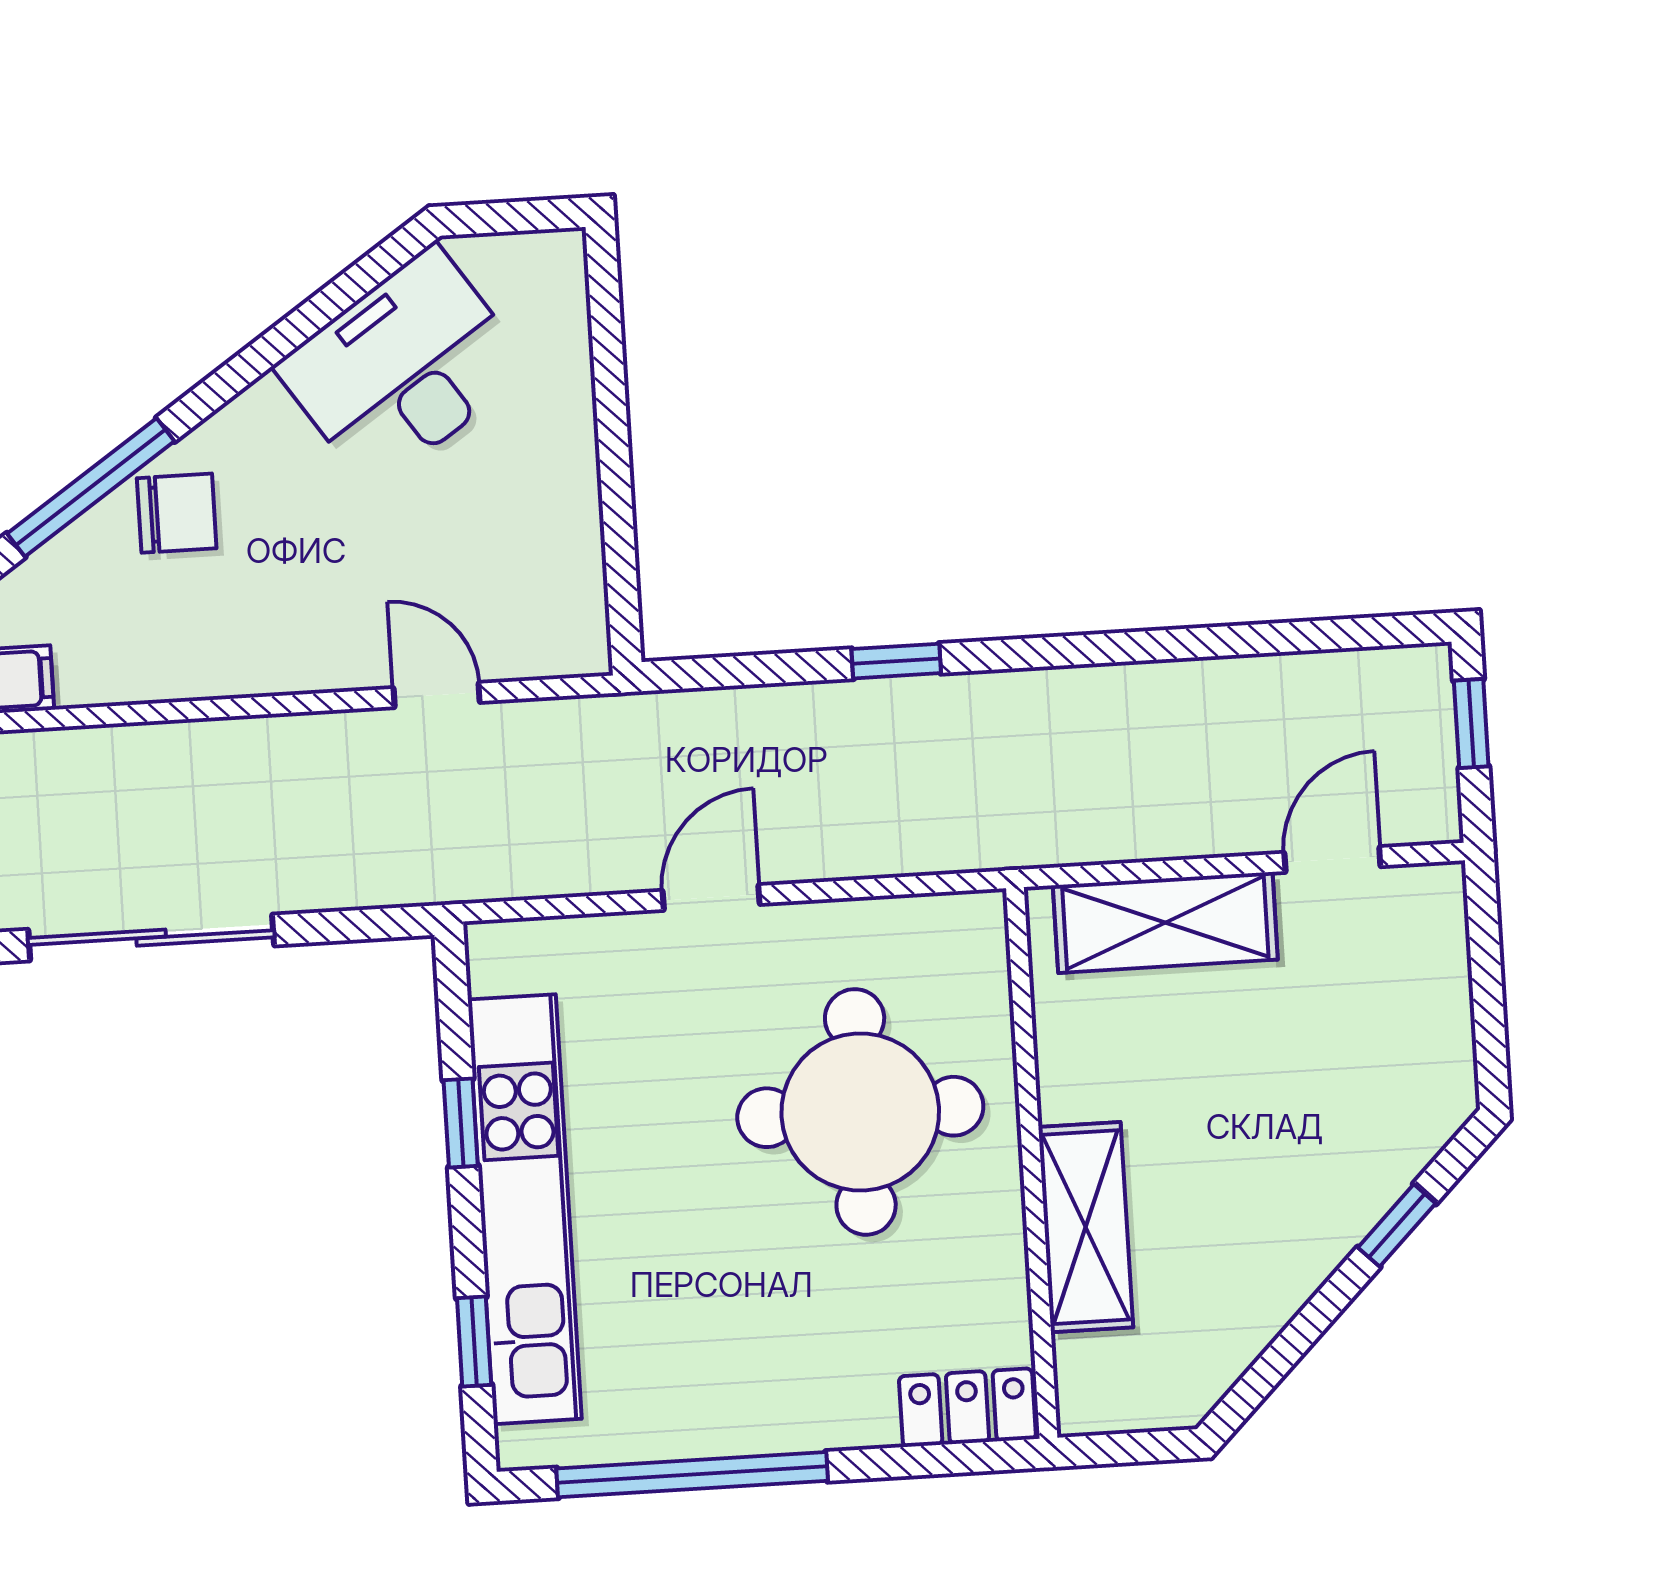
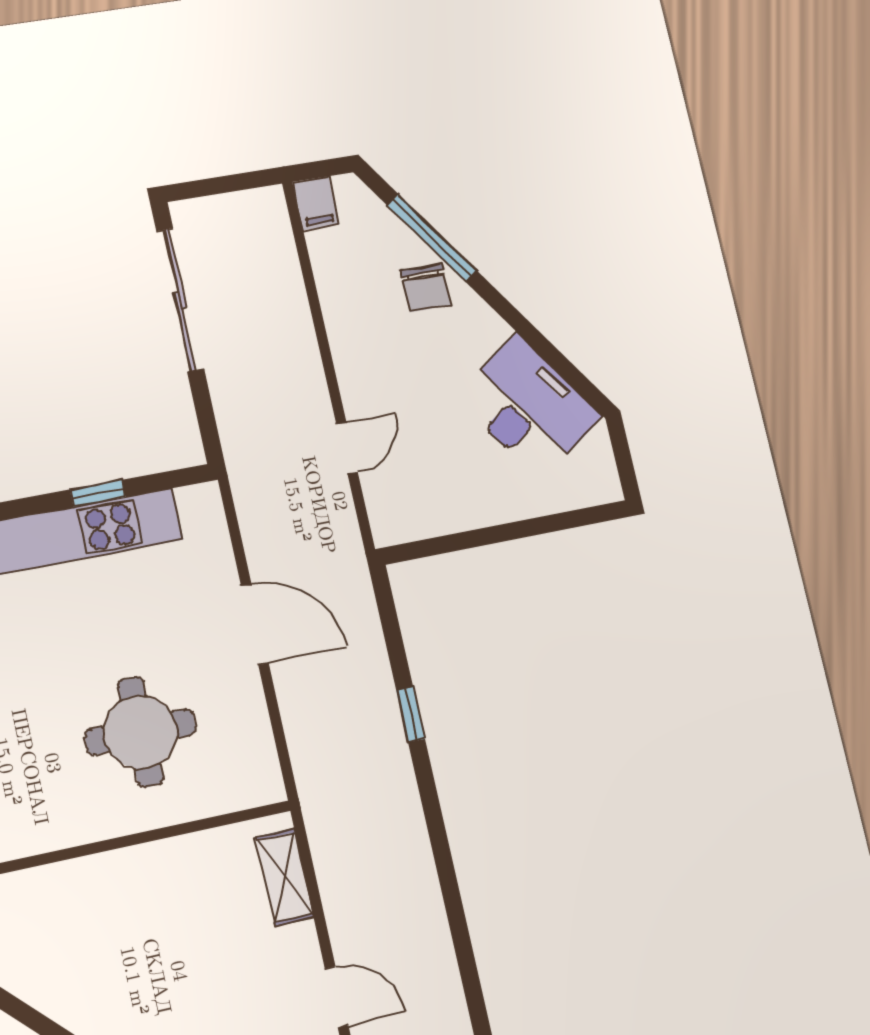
door: (711, 897) -> (255, 624), width x1.38
shelving: (1165, 923) -> (285, 877), width x0.67, depth x0.75
round table: (860, 1112) -> (140, 732), width x0.73, depth x0.73
shelving: (1086, 1227) -> (91, 881), removed

